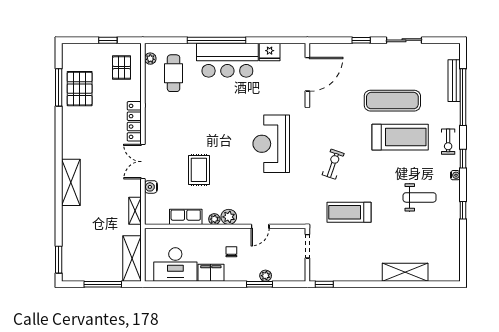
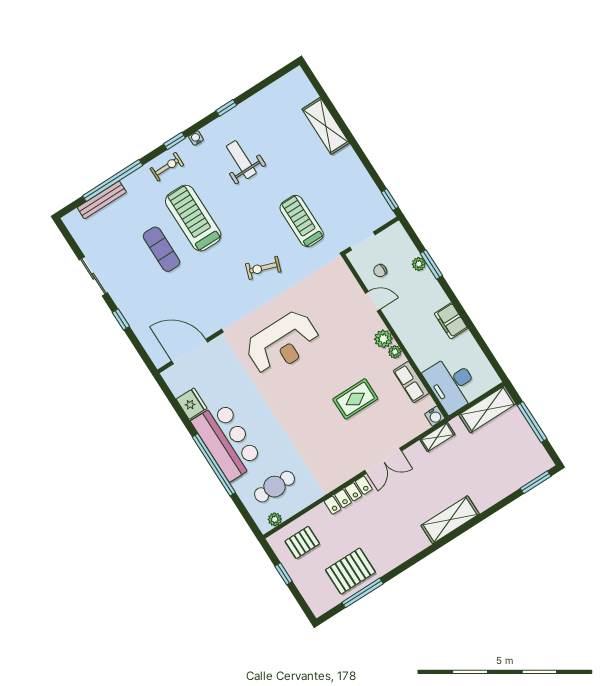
exercise mat: (392, 101) -> (161, 249), width x0.73, depth x0.69
water cooler: (151, 187) -> (435, 416), moved
treadmill: (349, 212) -> (302, 221), turned 180
chair: (231, 252) -> (380, 271), moved
desk: (175, 265) -> (452, 384), moved, turned 180

